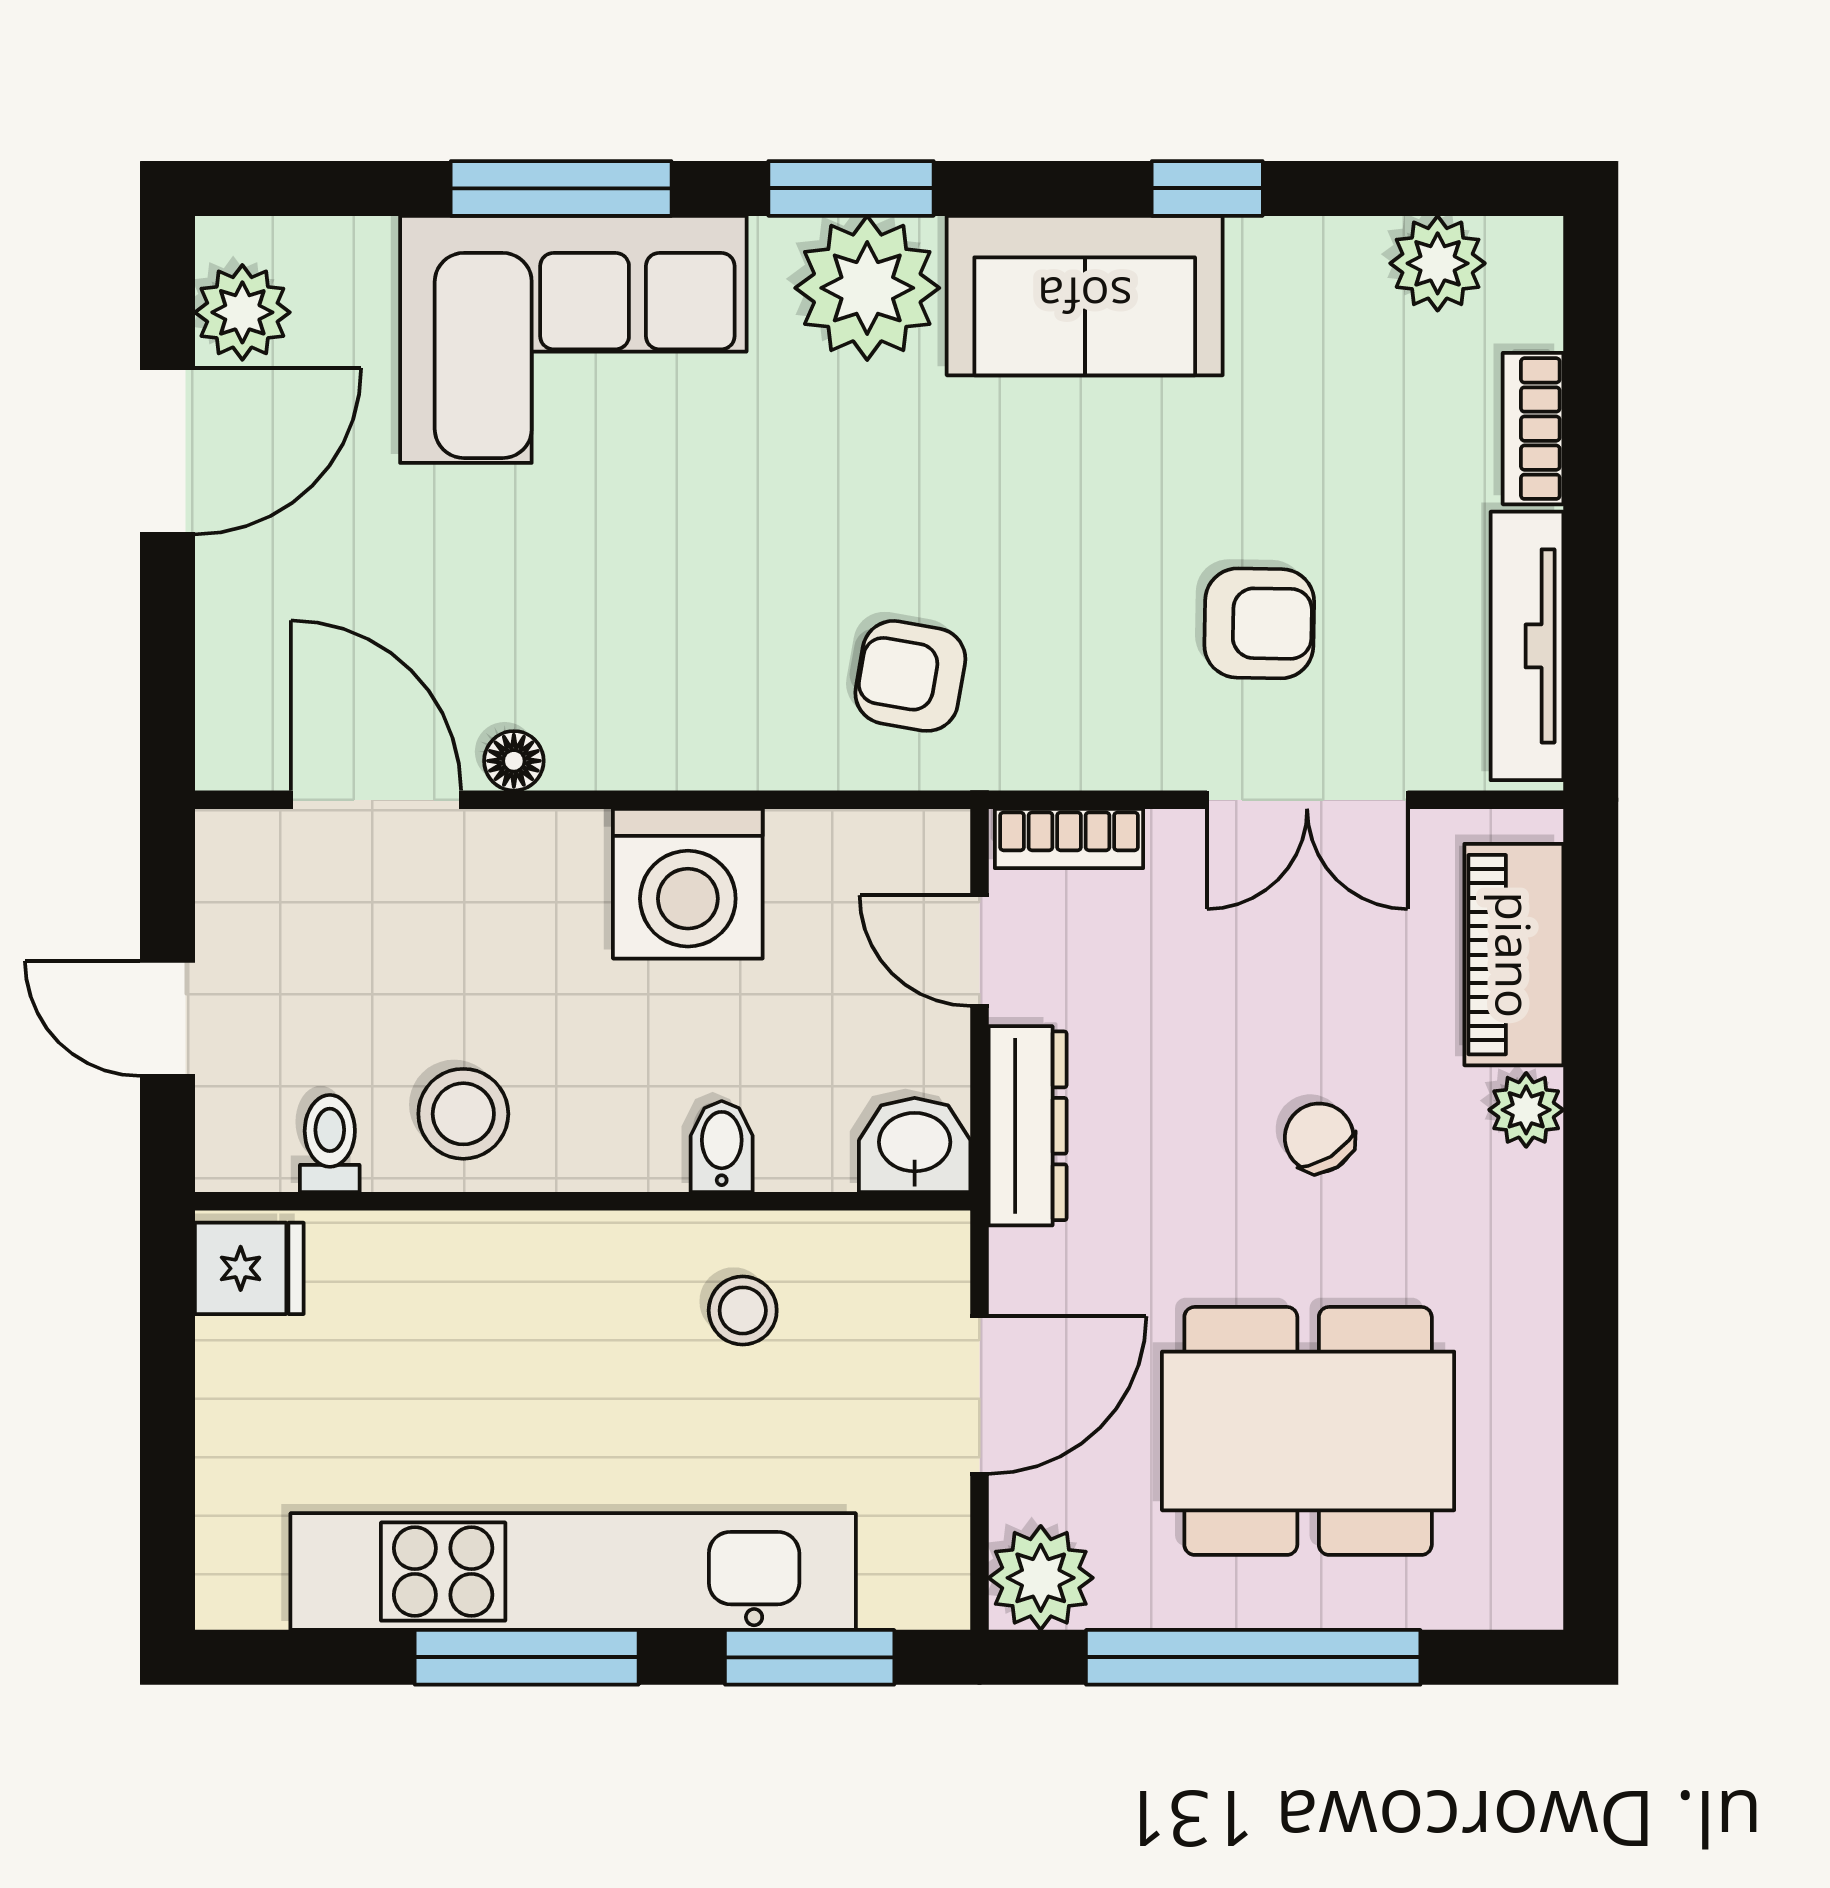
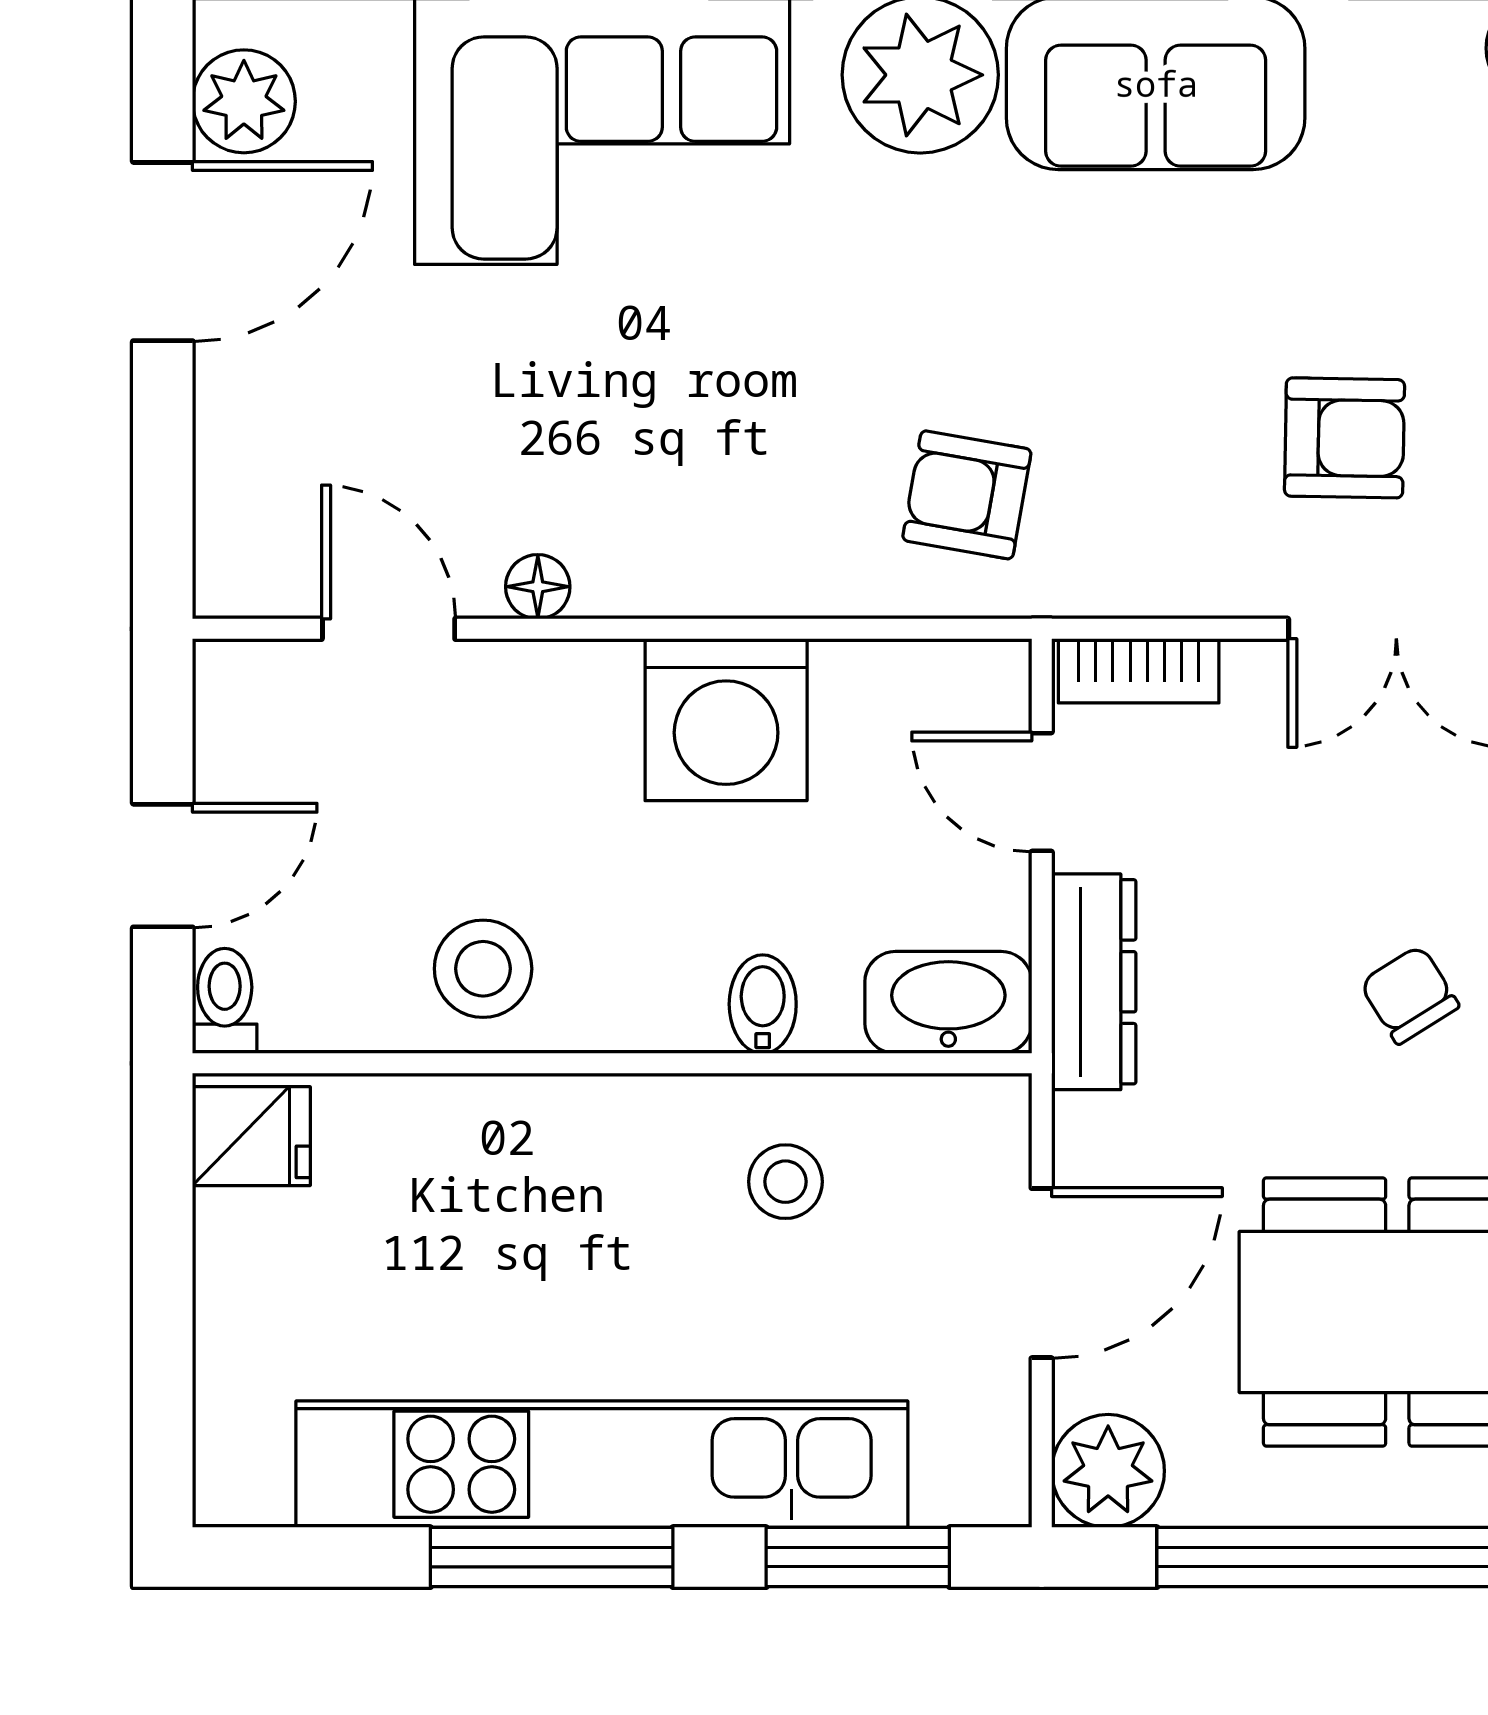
door: (376, 800) -> (389, 629), width x0.73
door: (167, 1018) -> (163, 866), swing flipped
toilet: (330, 1143) -> (225, 1001), moved
washbasin: (915, 1145) -> (948, 1002), width x1.38

